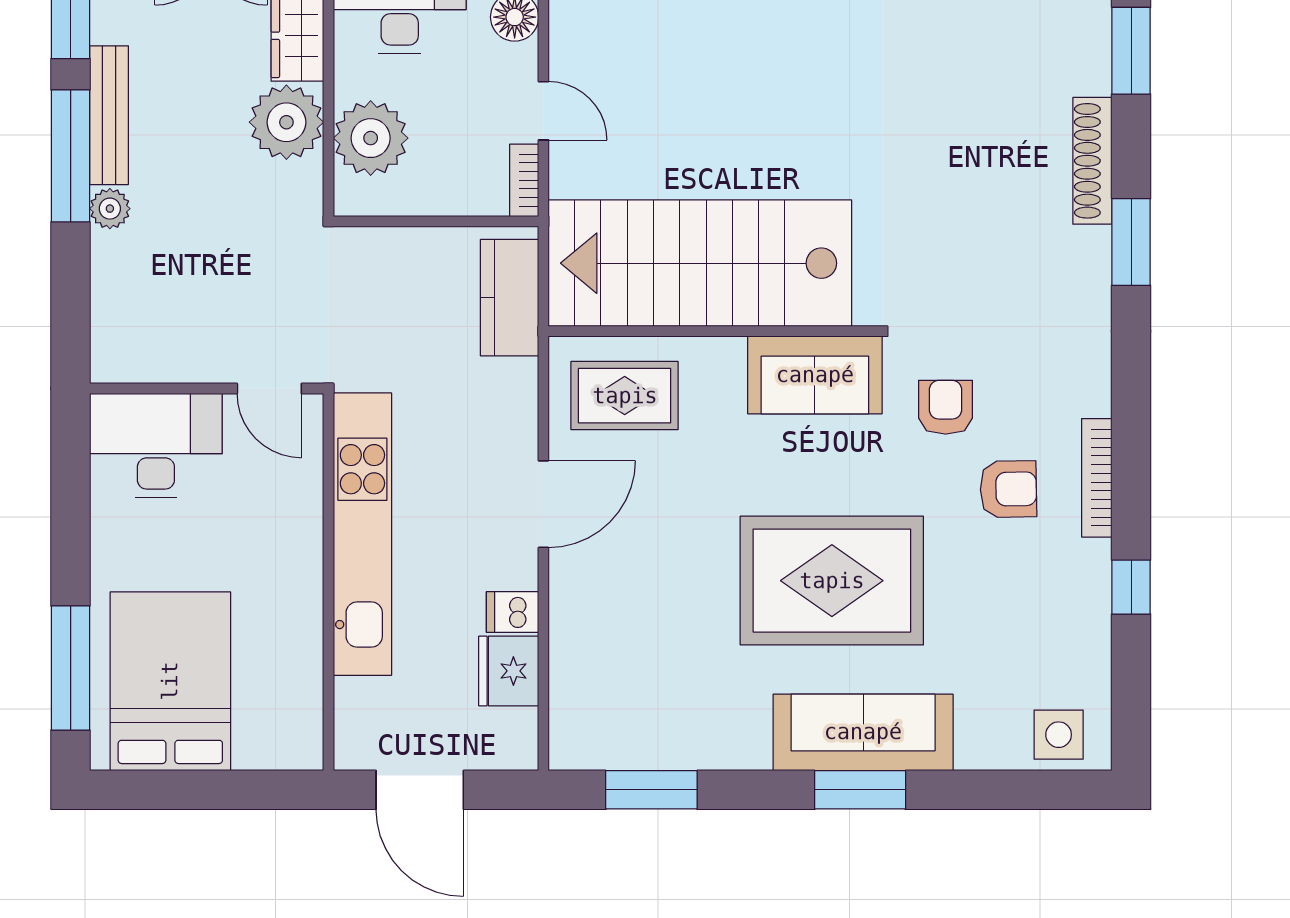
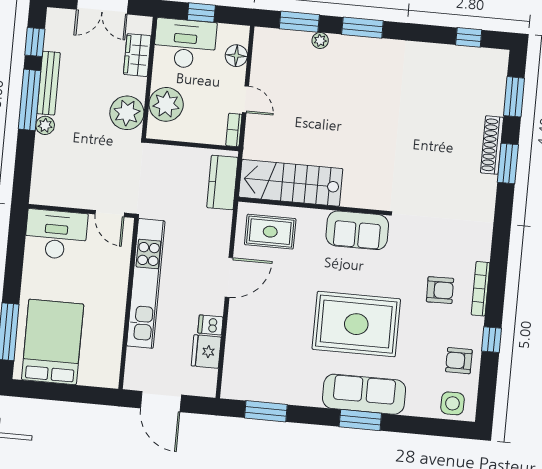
plant: (286, 122) -> (127, 113), moved
window: (1131, 242) -> (508, 164), moved
stairs: (700, 263) -> (291, 183), width x0.73, depth x0.66
armchair: (946, 407) -> (459, 361), moved, turned -90

